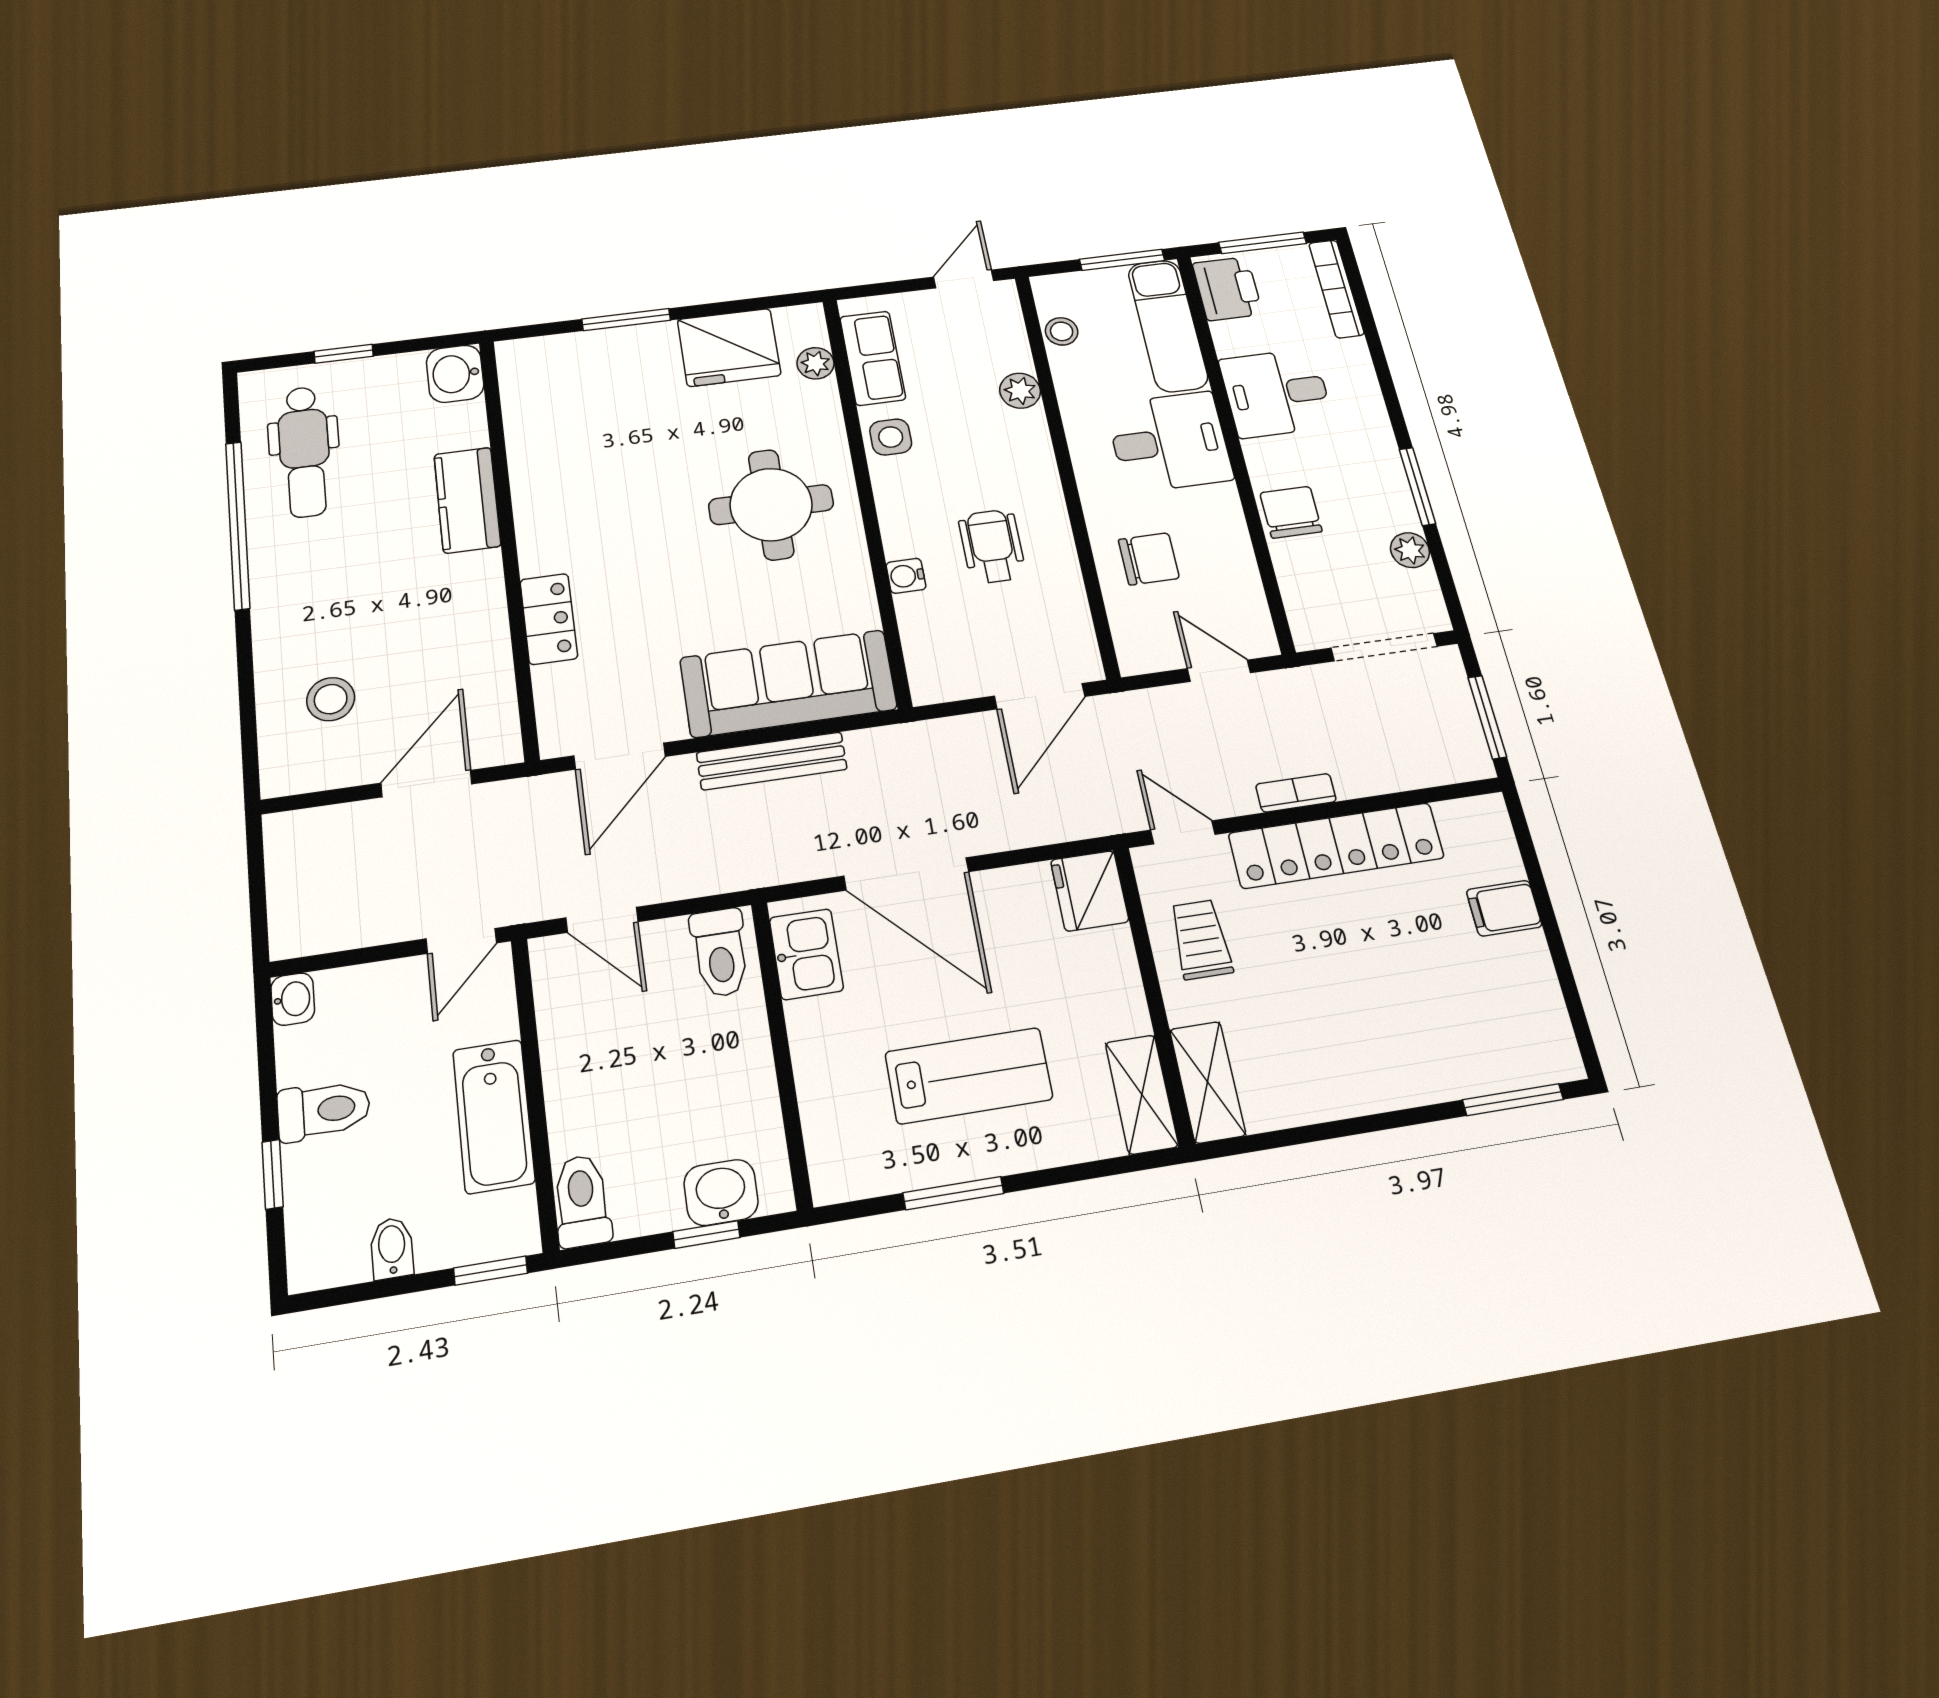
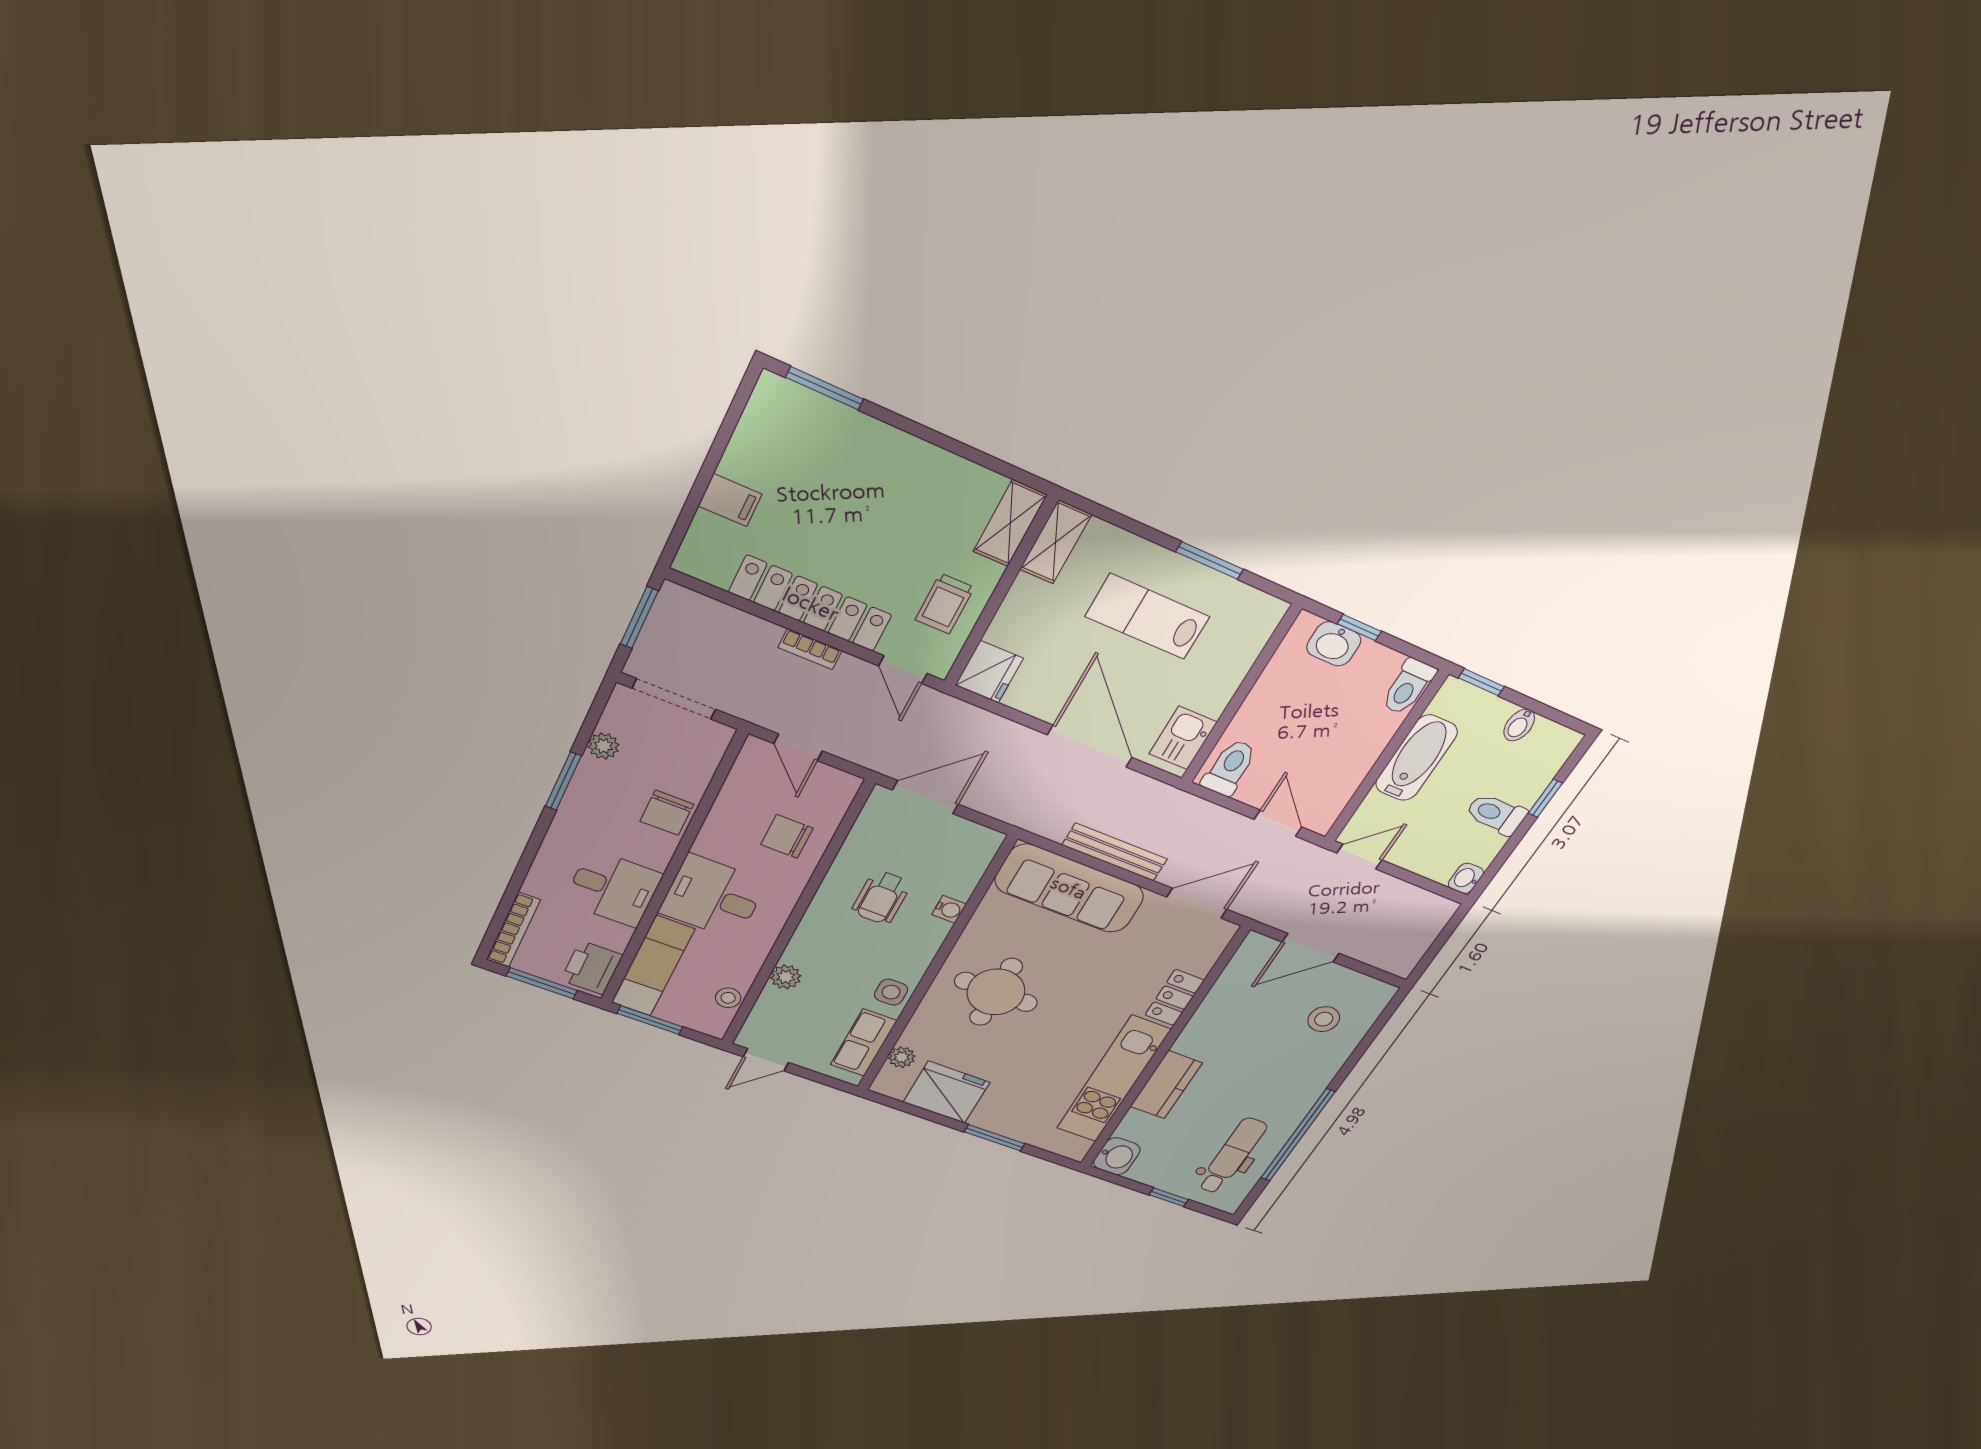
kitchen unit: (540, 472) -> (1113, 1079), added

